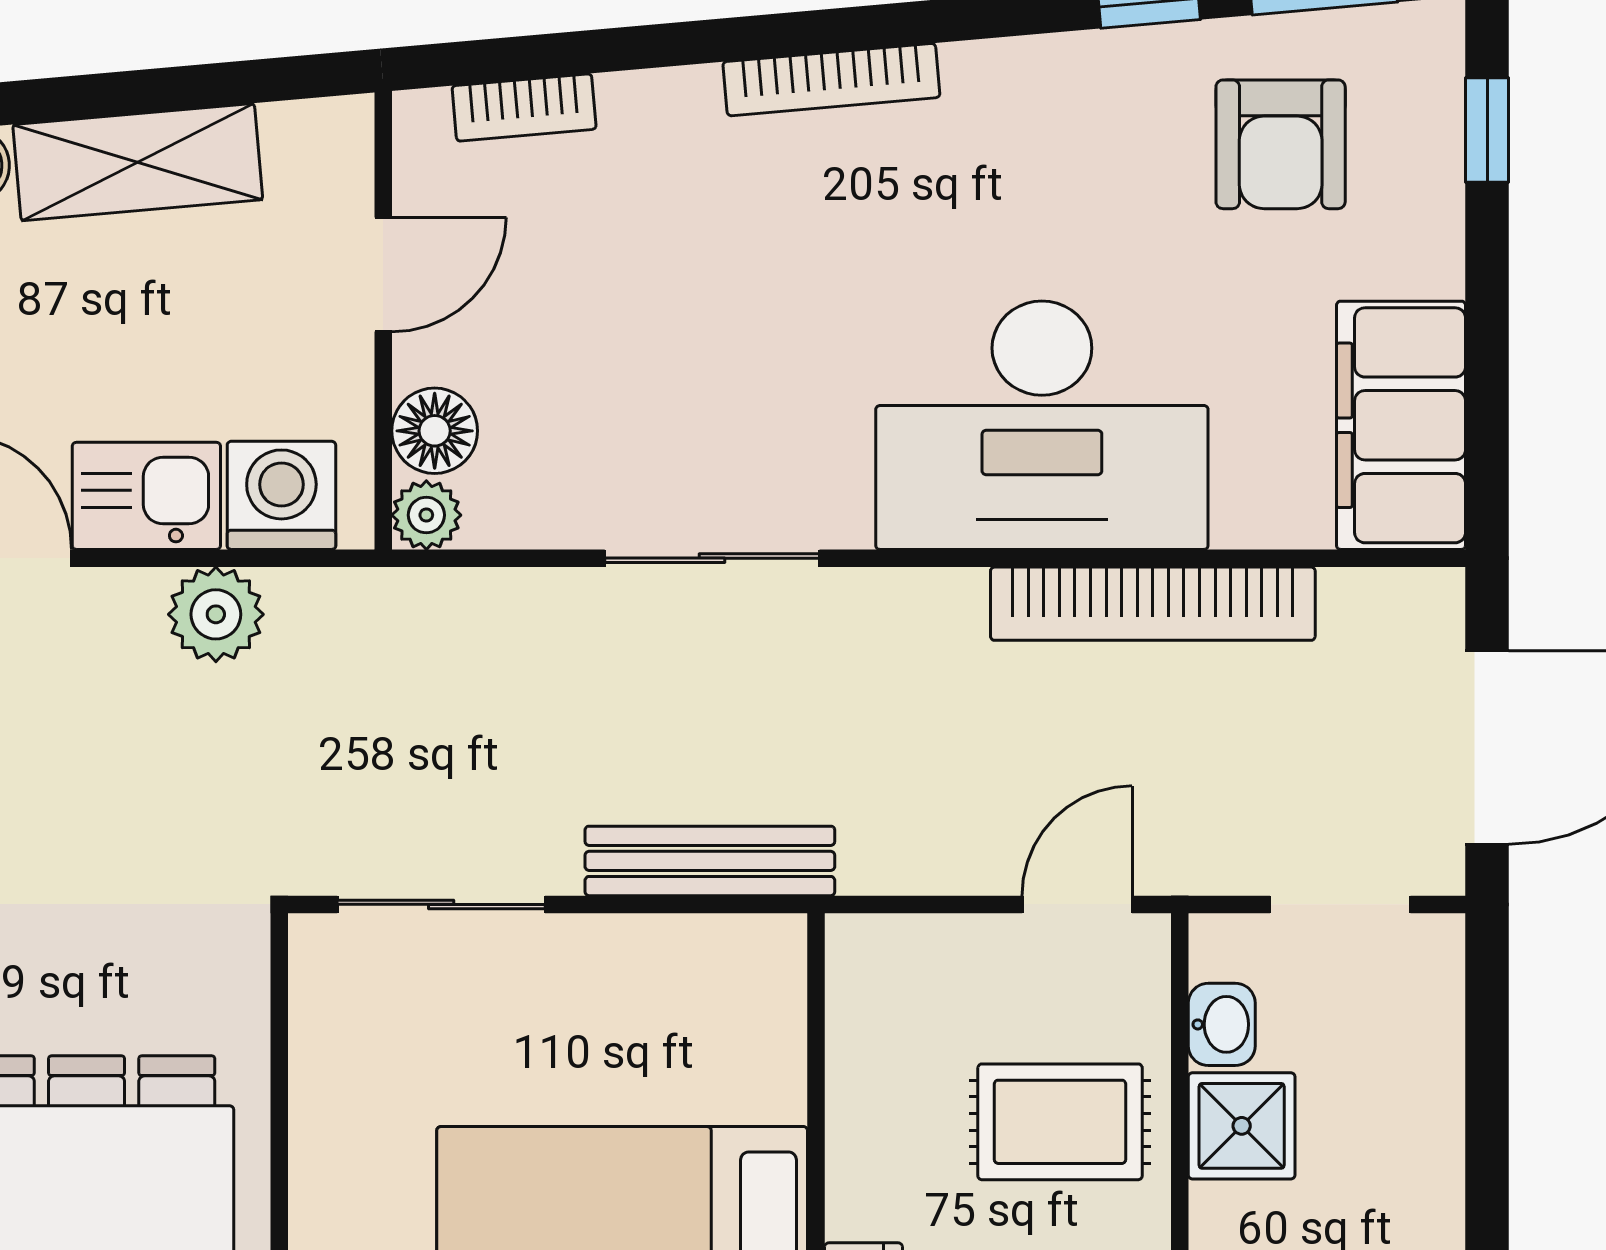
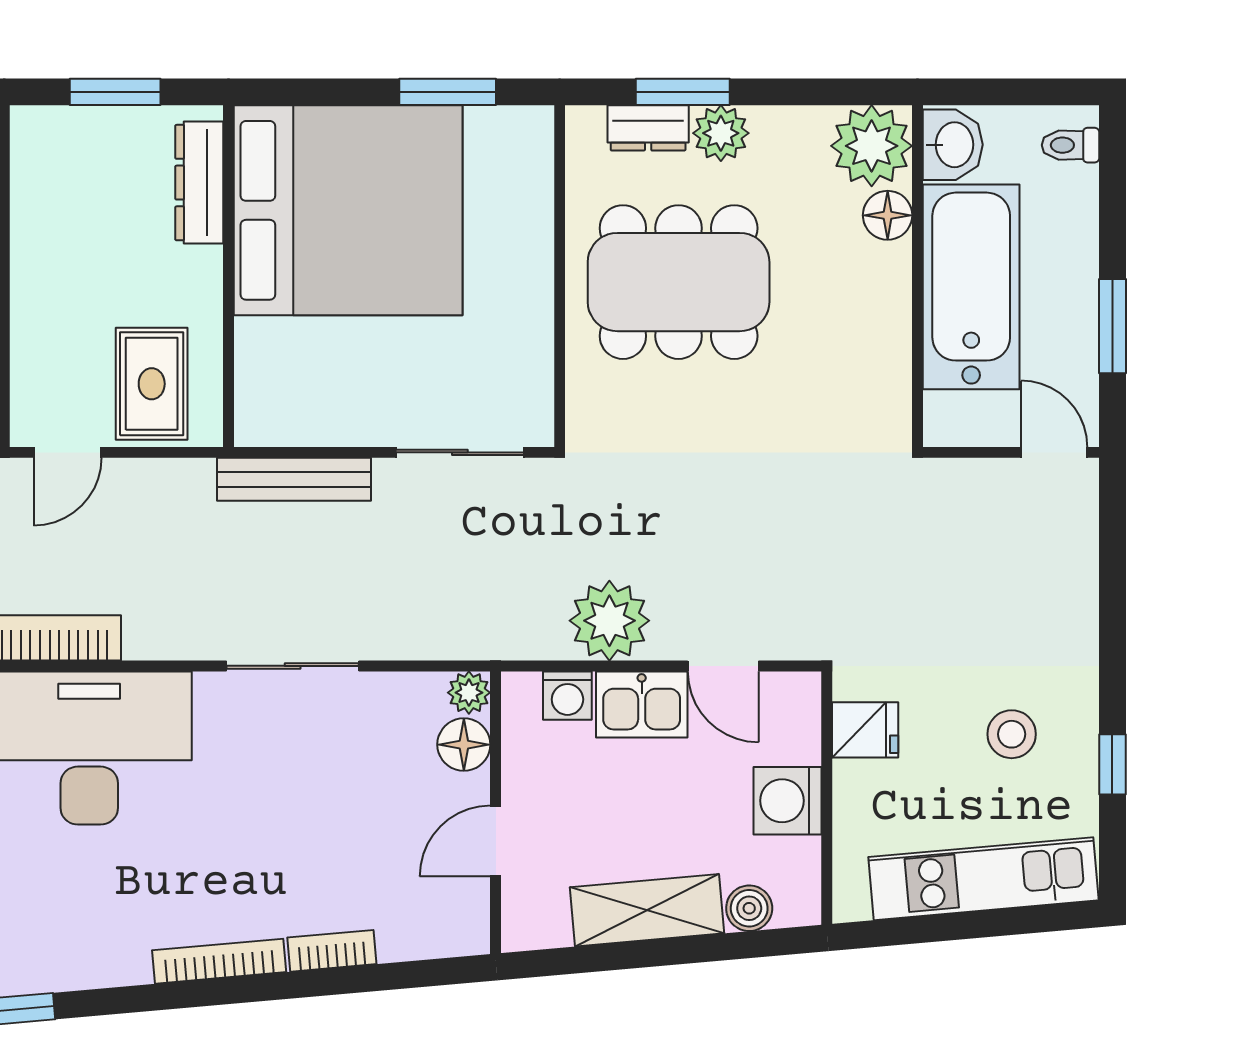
bookcase: (524, 107) -> (332, 951), moved
washing machine: (281, 495) -> (567, 696), width x0.73, depth x0.73
plant: (216, 614) -> (609, 621), width x1.36, depth x1.36
rug: (1060, 1122) -> (152, 384), moved, turned 90

